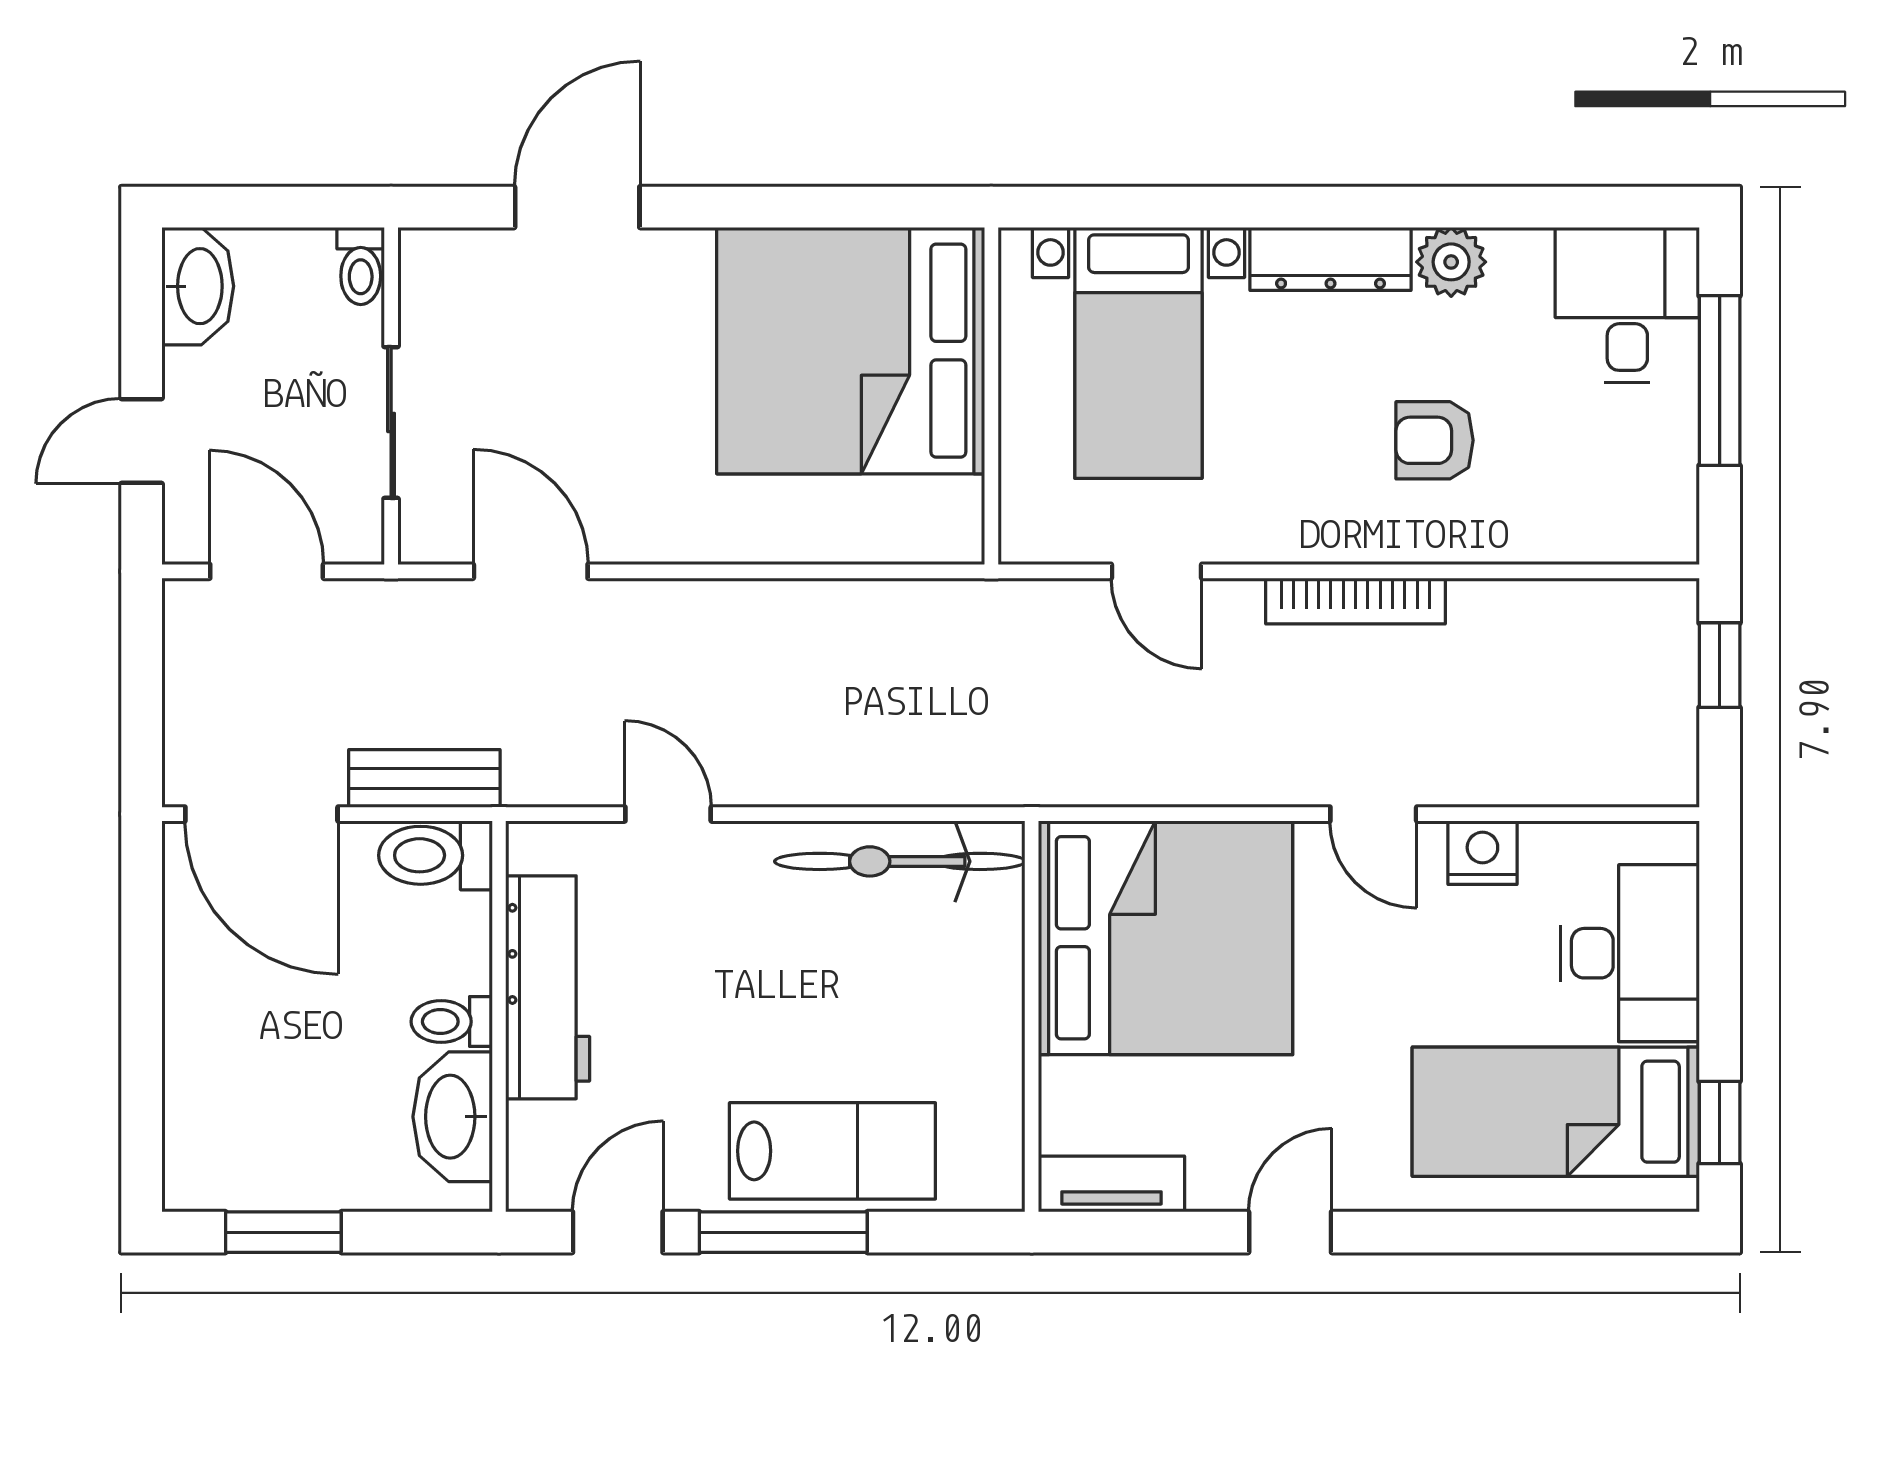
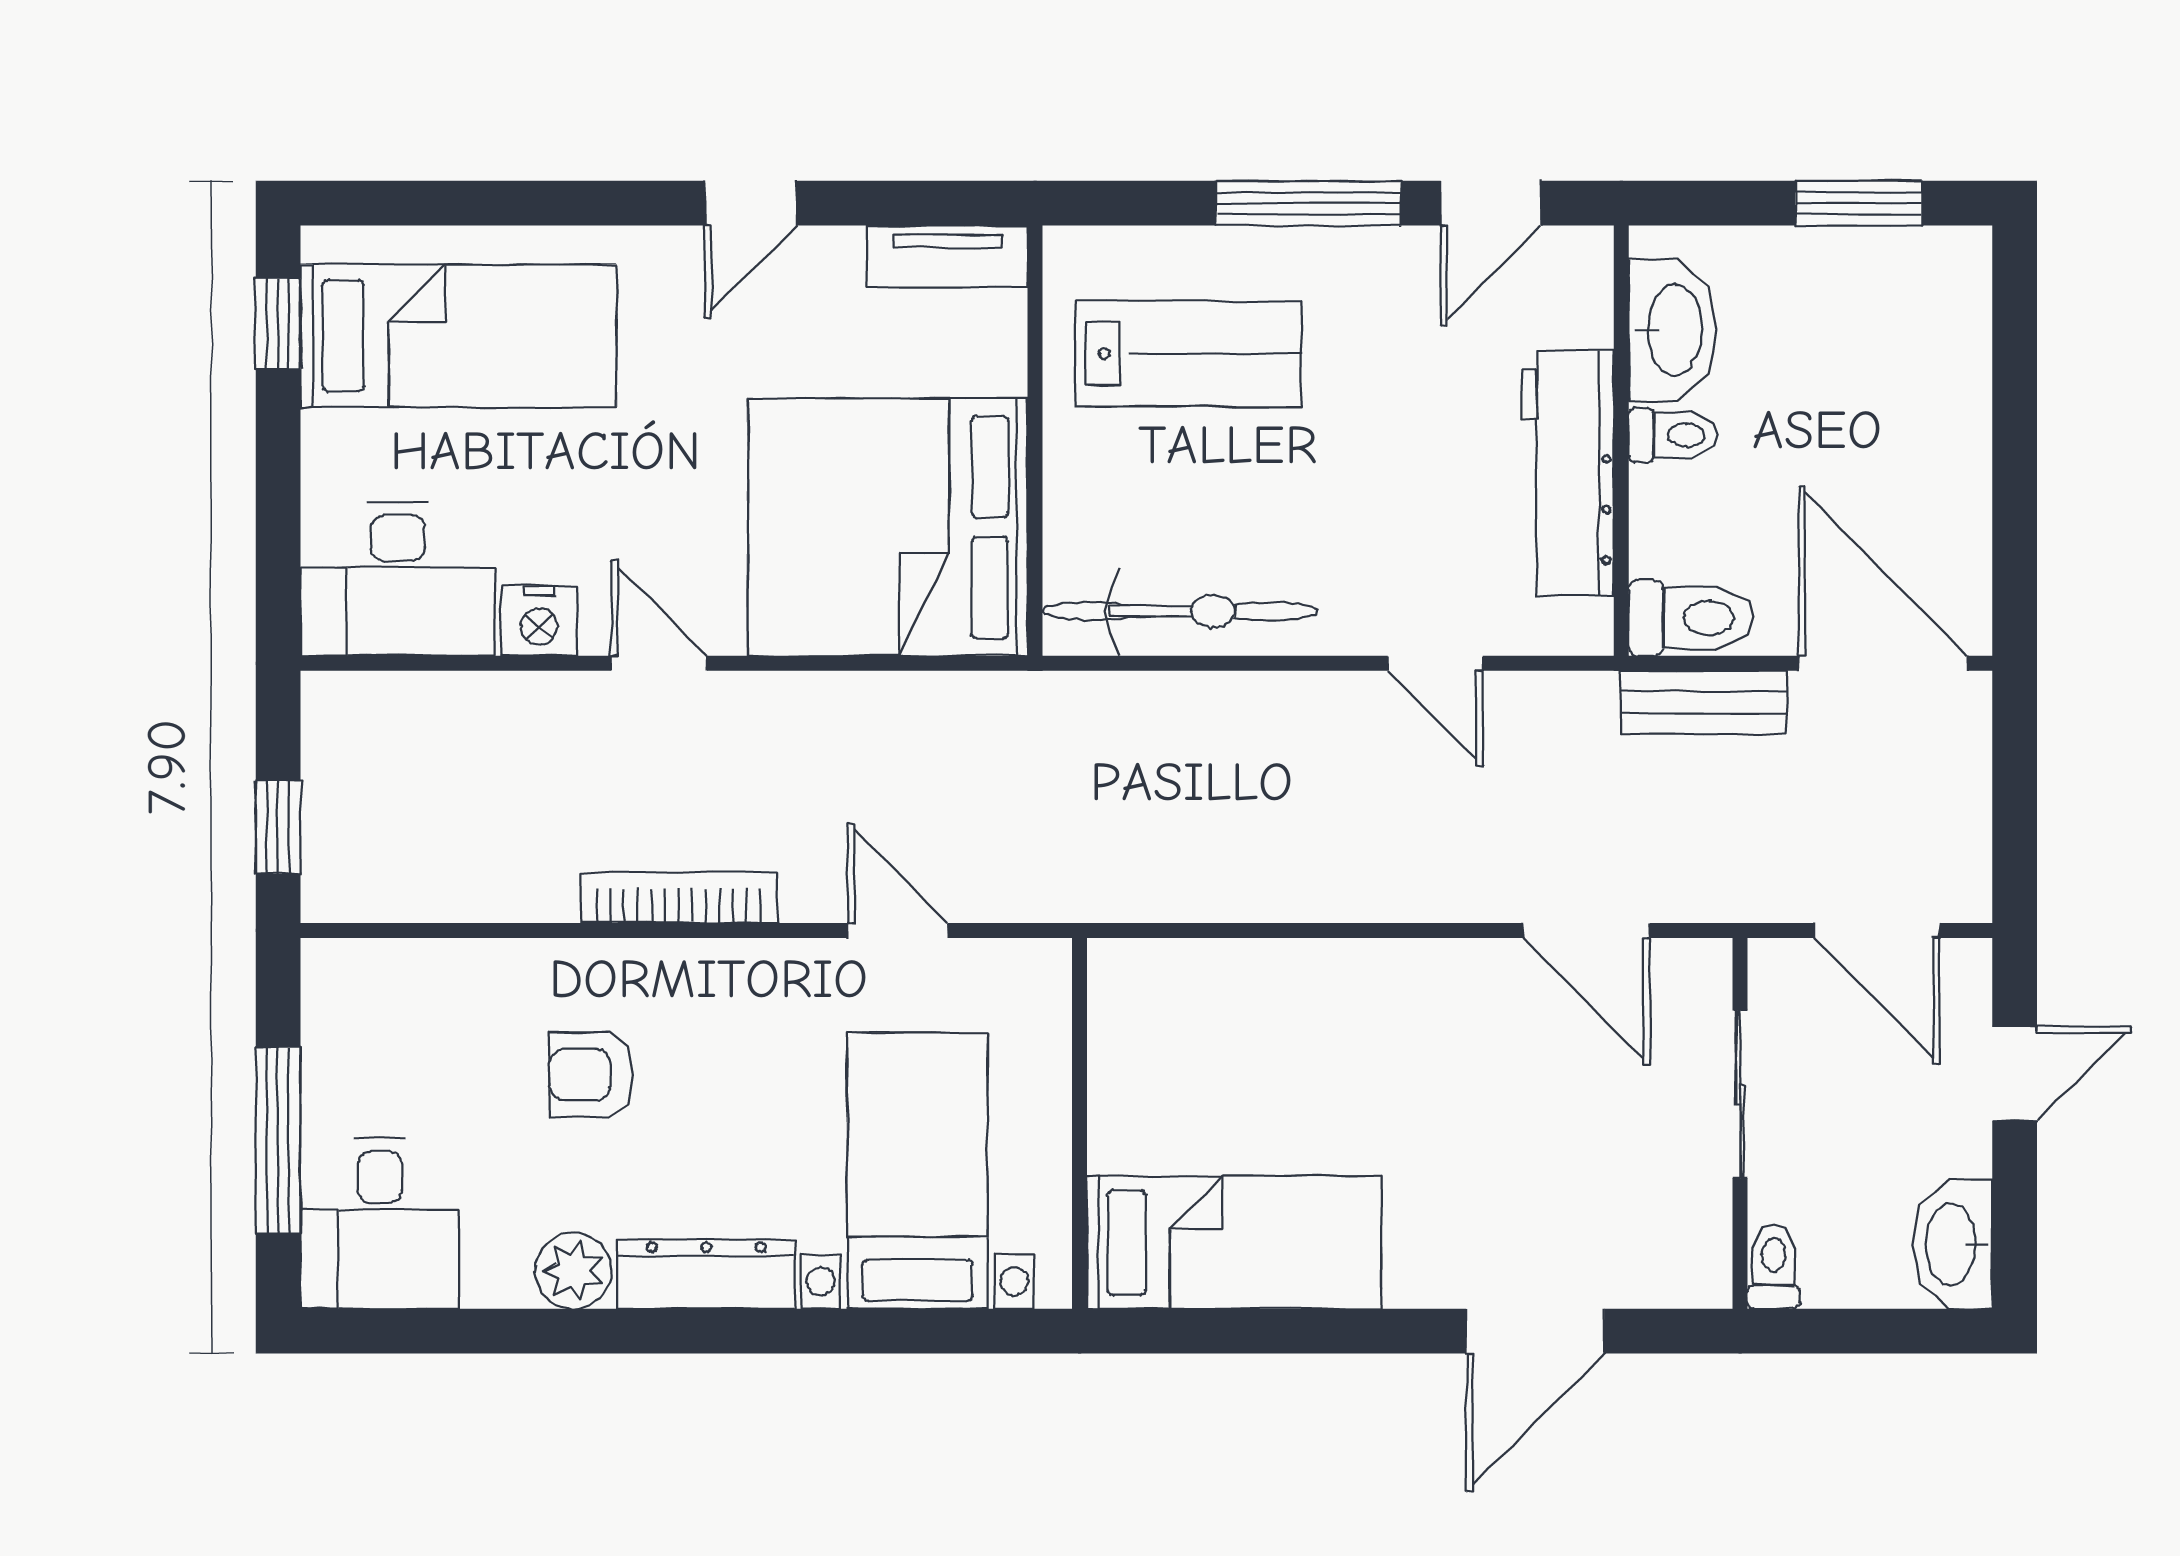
bed: (851, 351) -> (1234, 1243), width x0.49
armchair: (1435, 440) -> (592, 1075), turned 180
desk: (1630, 953) -> (398, 579), moved, turned -90
lab bench: (832, 1151) -> (1188, 354), moved, turned 180

